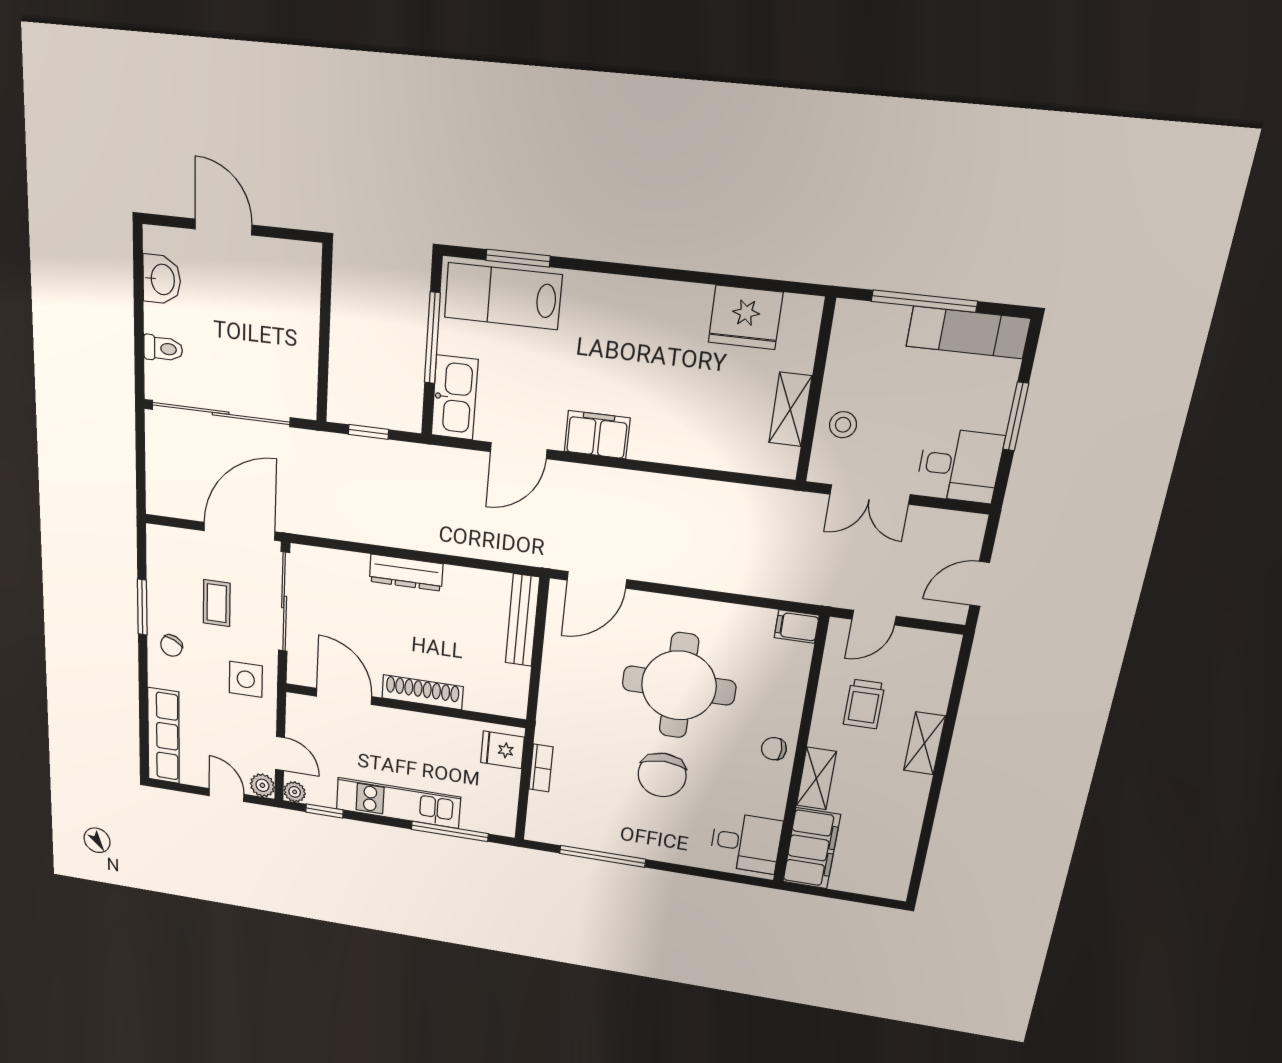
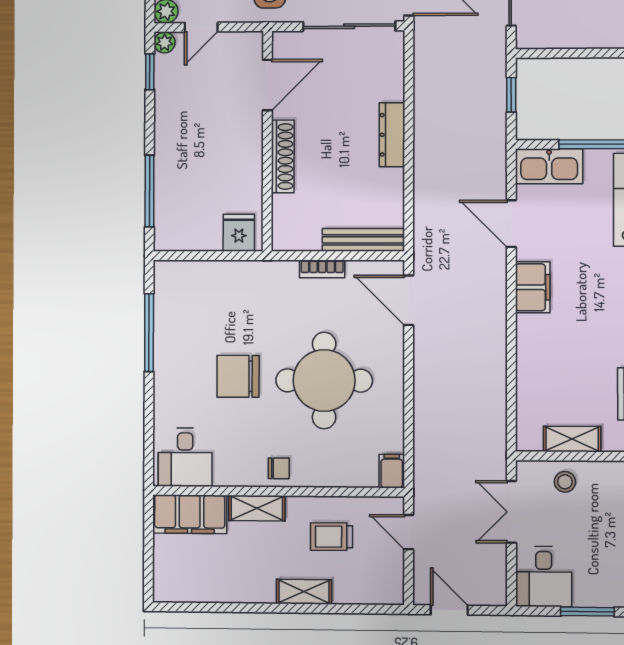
chair: (774, 749) -> (279, 468), turned 90
bookcase: (541, 768) -> (322, 269), moved
kitchen unit: (398, 803) -> (170, 141), removed

